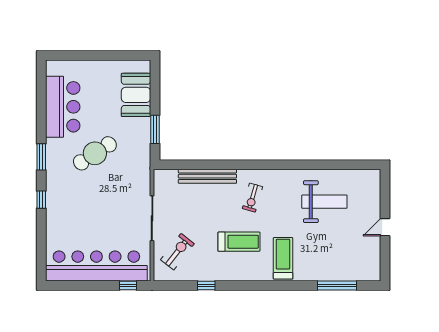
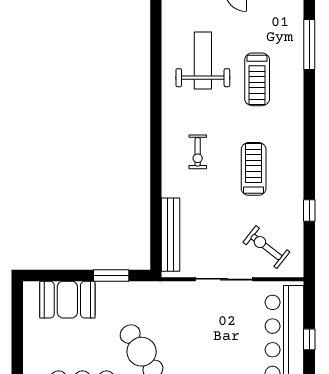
bench: (207, 176) -> (171, 235), moved
exercise bike: (252, 198) -> (198, 152), turned 74
treadmill: (283, 258) -> (257, 79), moved, turned -90
window: (128, 286) -> (309, 339), moved

